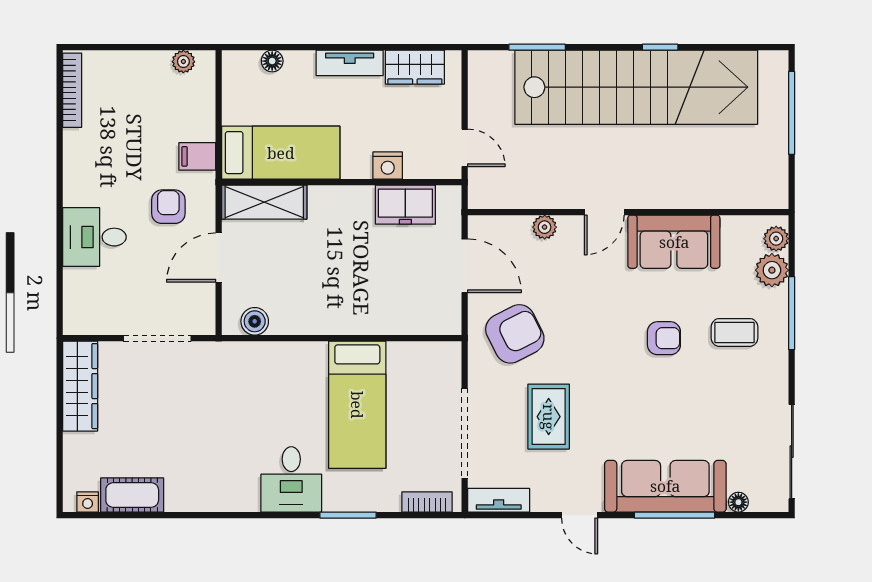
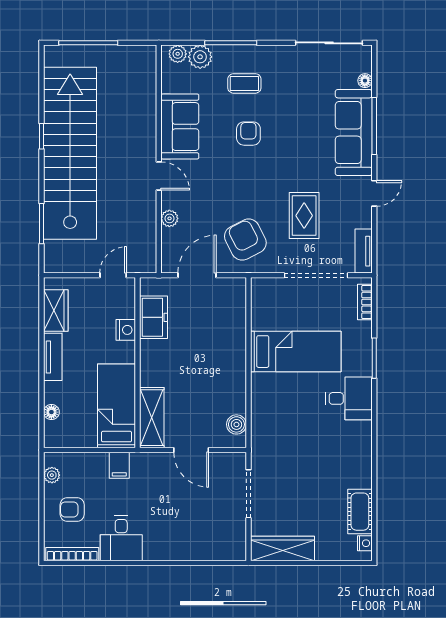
armchair: (168, 207) -> (72, 509), moved
desk: (94, 237) -> (121, 538), moved
coffee table: (734, 332) -> (244, 83), turned 90
rug: (549, 417) -> (304, 216), turned 90

